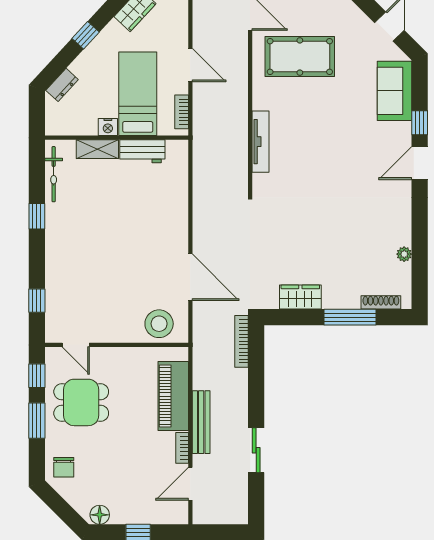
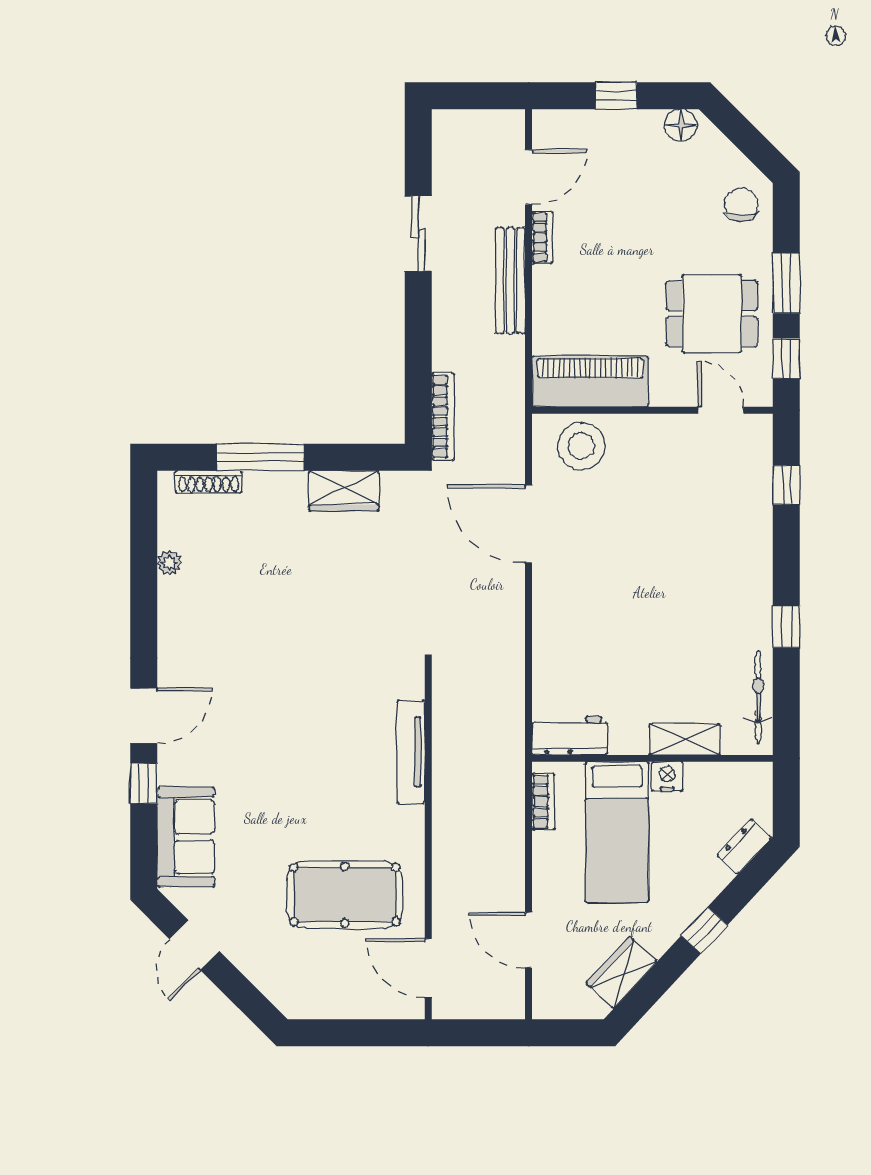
door: (190, 65) -> (529, 940), moved
workbench: (142, 151) -> (570, 736), moved
piano: (173, 396) -> (590, 382), moved, turned -90

